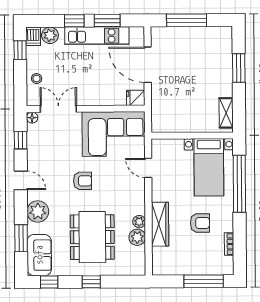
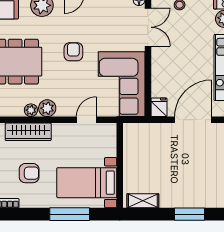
armchair: (83, 181) -> (73, 52), turned 180
window: (239, 184) -> (70, 214), width x0.68
armchair: (200, 223) -> (29, 173), turned -90
plant: (137, 237) -> (47, 108), moved

